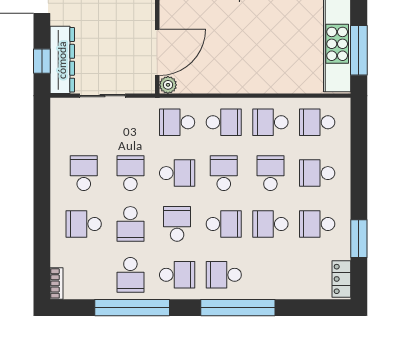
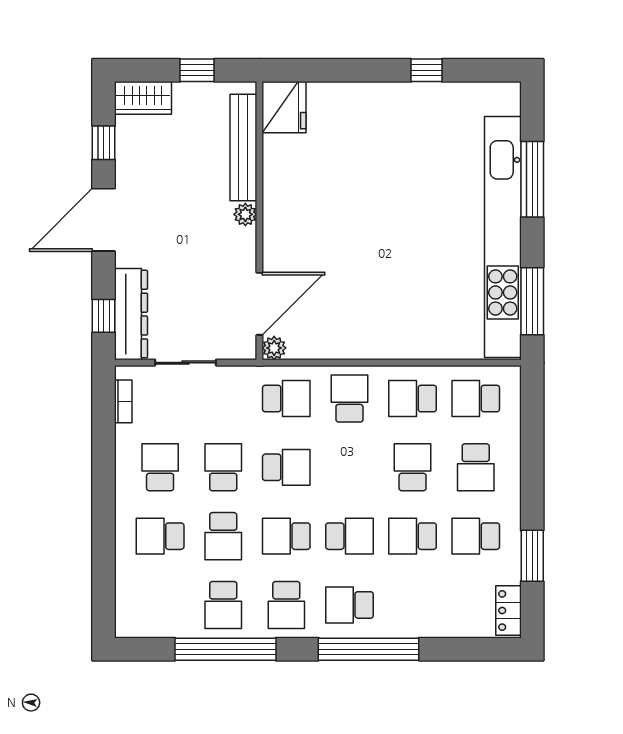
school desk: (177, 122) -> (286, 399), turned 180
school desk: (224, 122) -> (349, 399), turned -90
school desk: (224, 173) -> (349, 467), removed
school desk: (317, 173) -> (476, 467), turned -90
school desk: (177, 224) -> (286, 536), turned -90
school desk: (177, 275) -> (286, 605), turned 90
bookcase: (57, 283) -> (123, 401), moved

